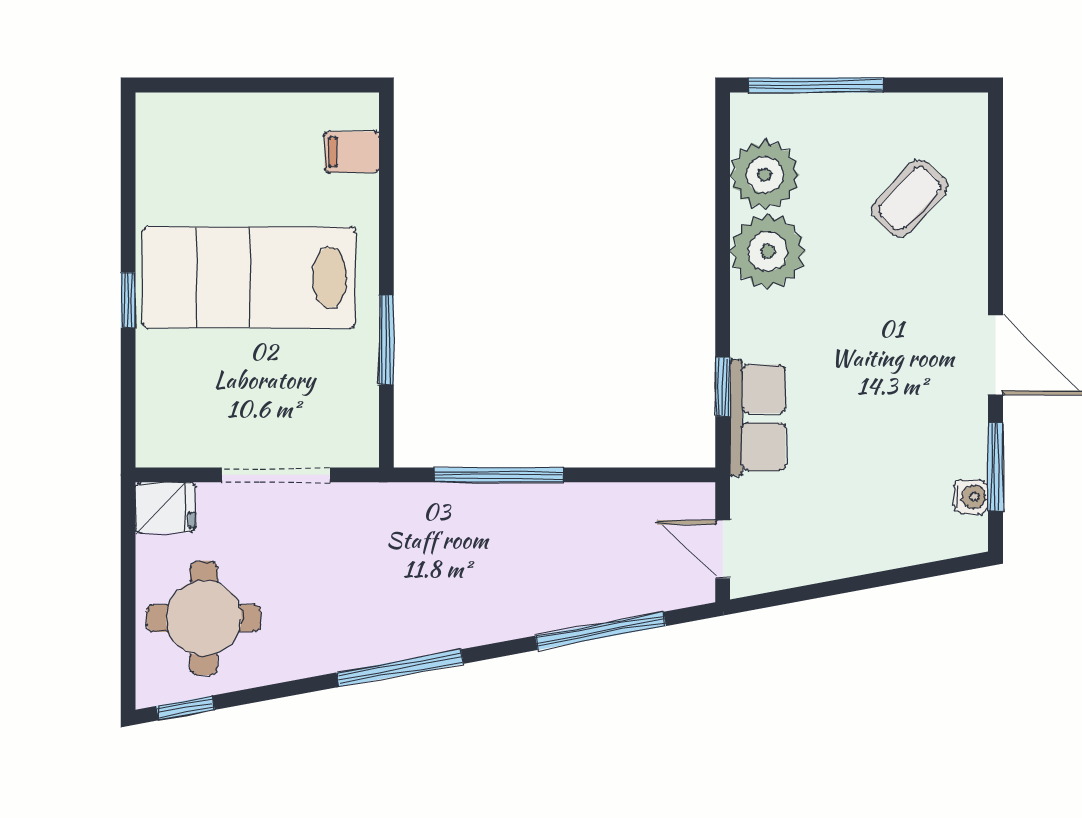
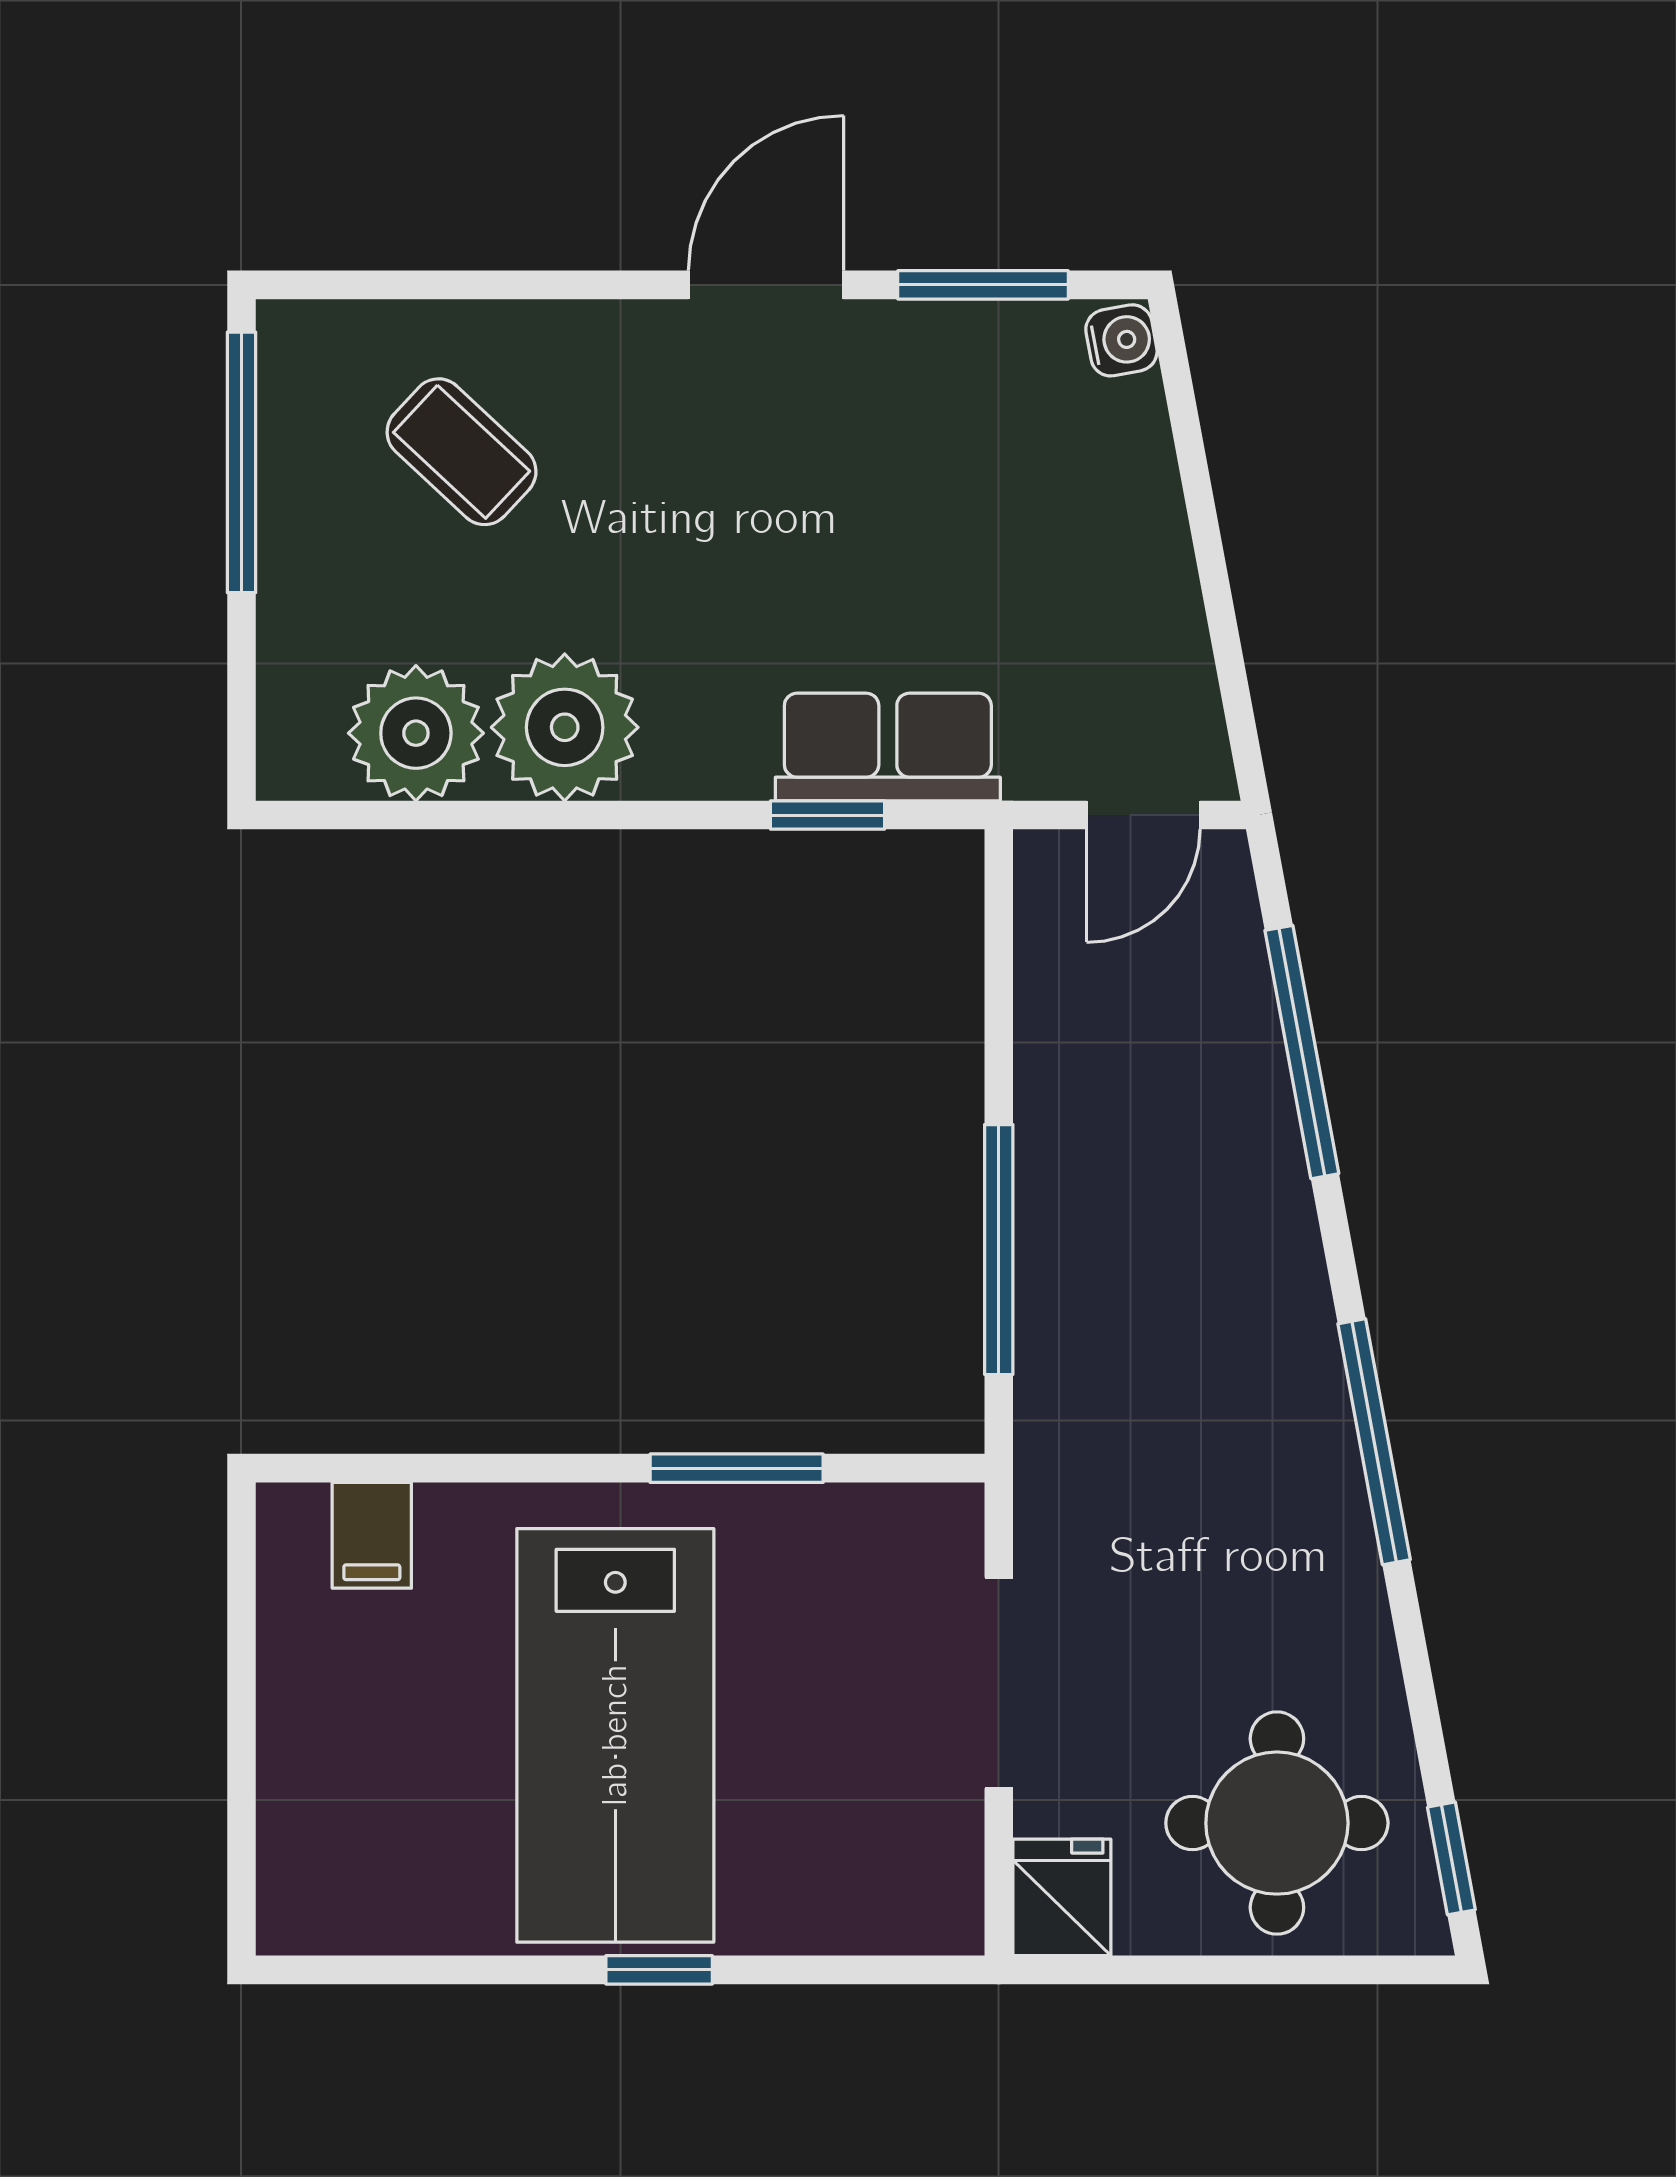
window: (815, 85) -> (241, 462), moved
water cooler: (971, 497) -> (1121, 340), moved, turned 79

